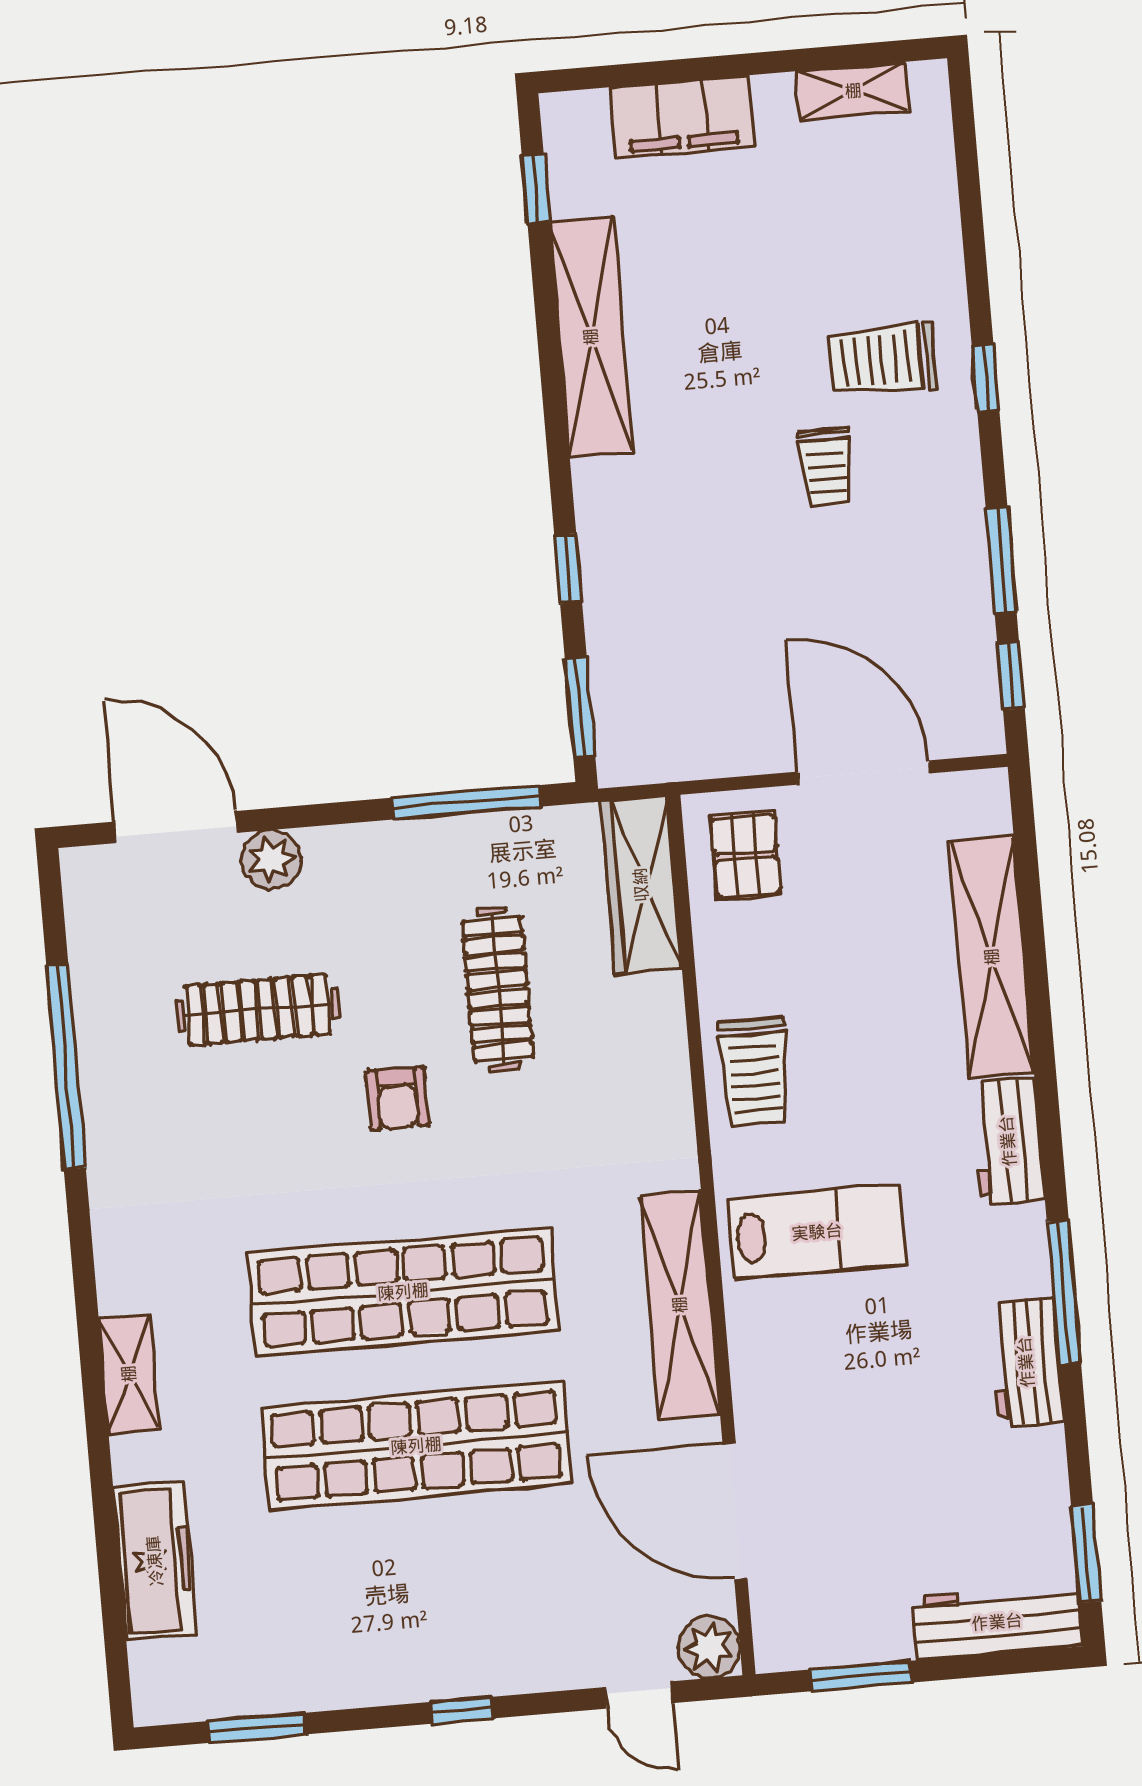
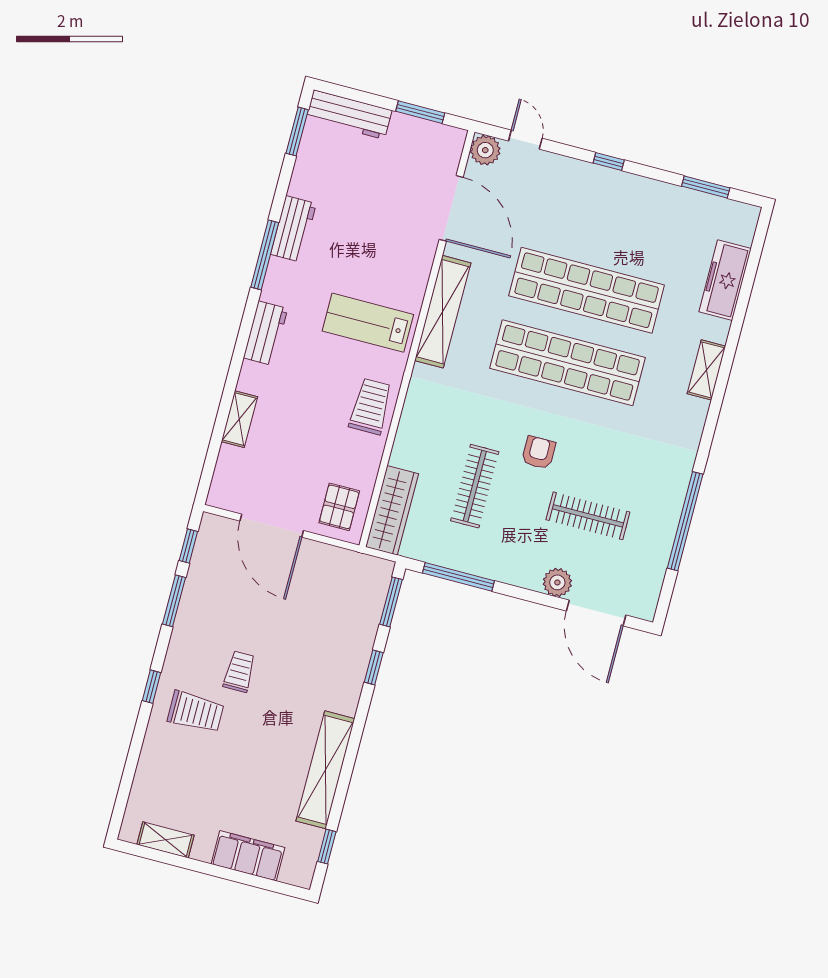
shelving: (992, 957) -> (239, 419), width x0.45, depth x0.75

